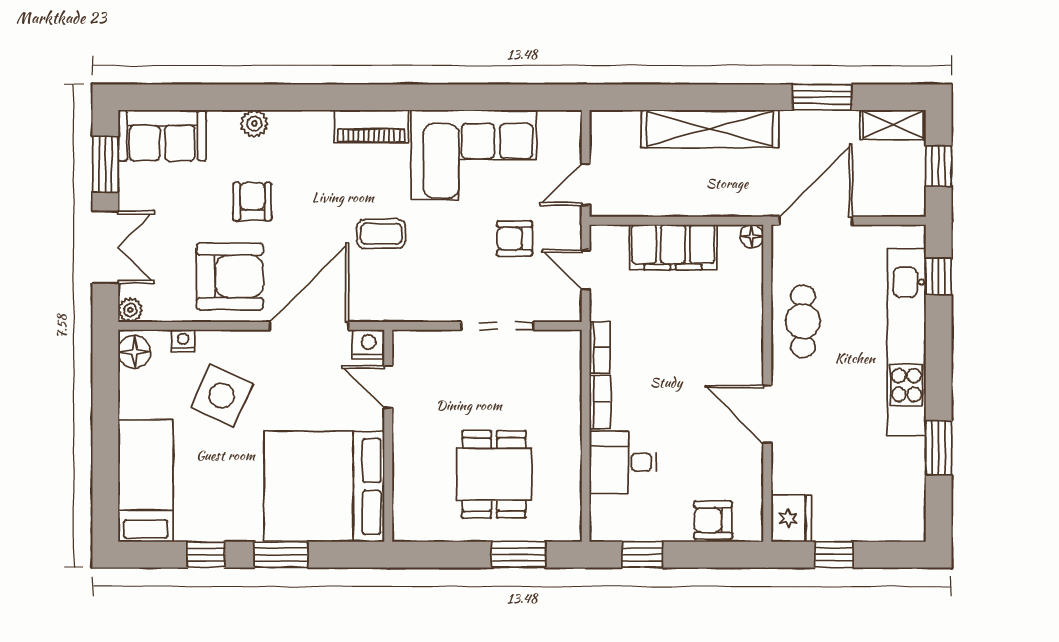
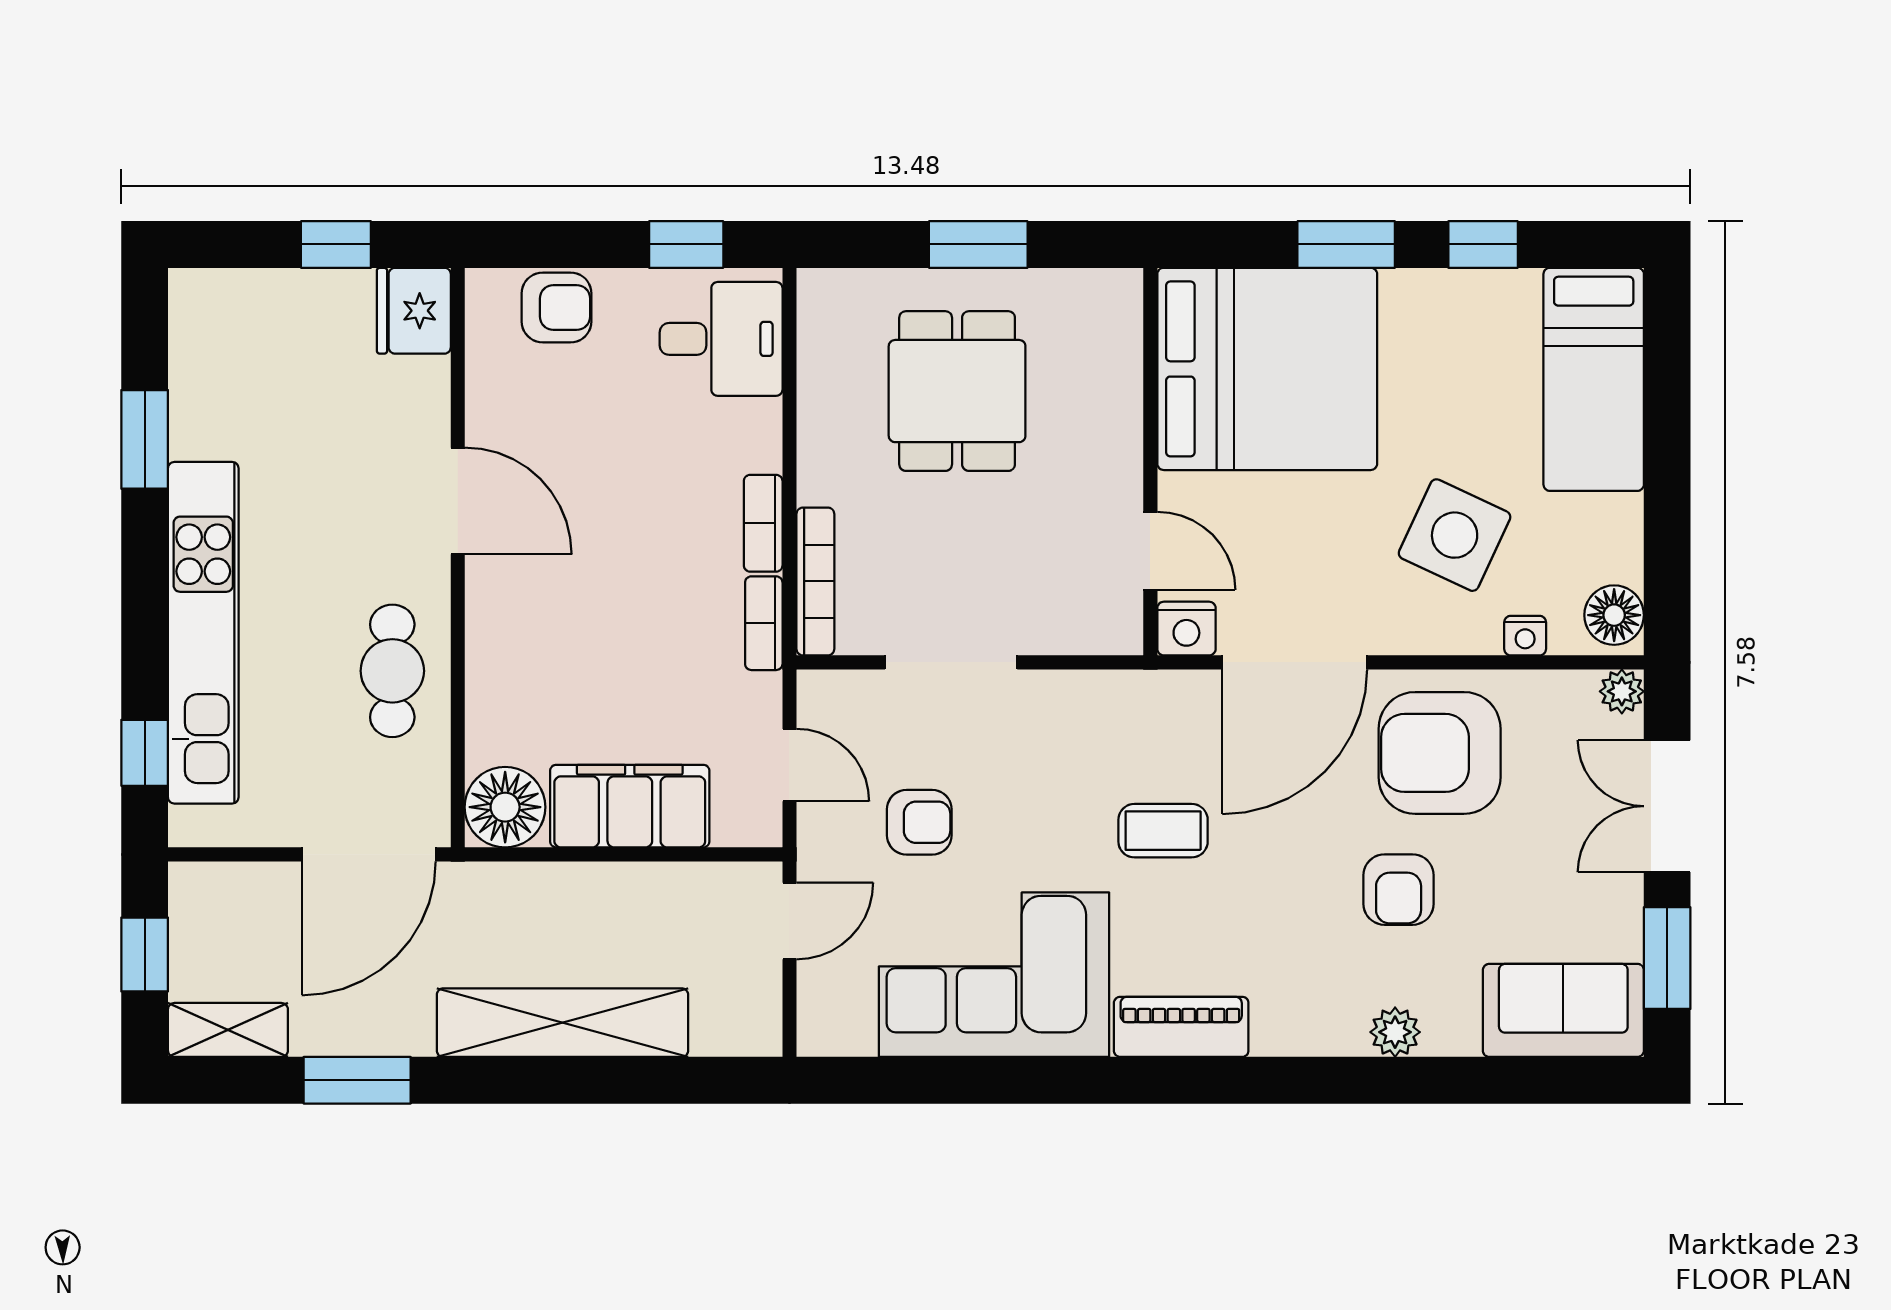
floor lamp: (752, 236) -> (505, 807), width x1.89, depth x1.89
bookcase: (571, 370) -> (815, 581), added
desk: (623, 462) -> (721, 339), moved
window: (519, 555) -> (978, 244), moved

